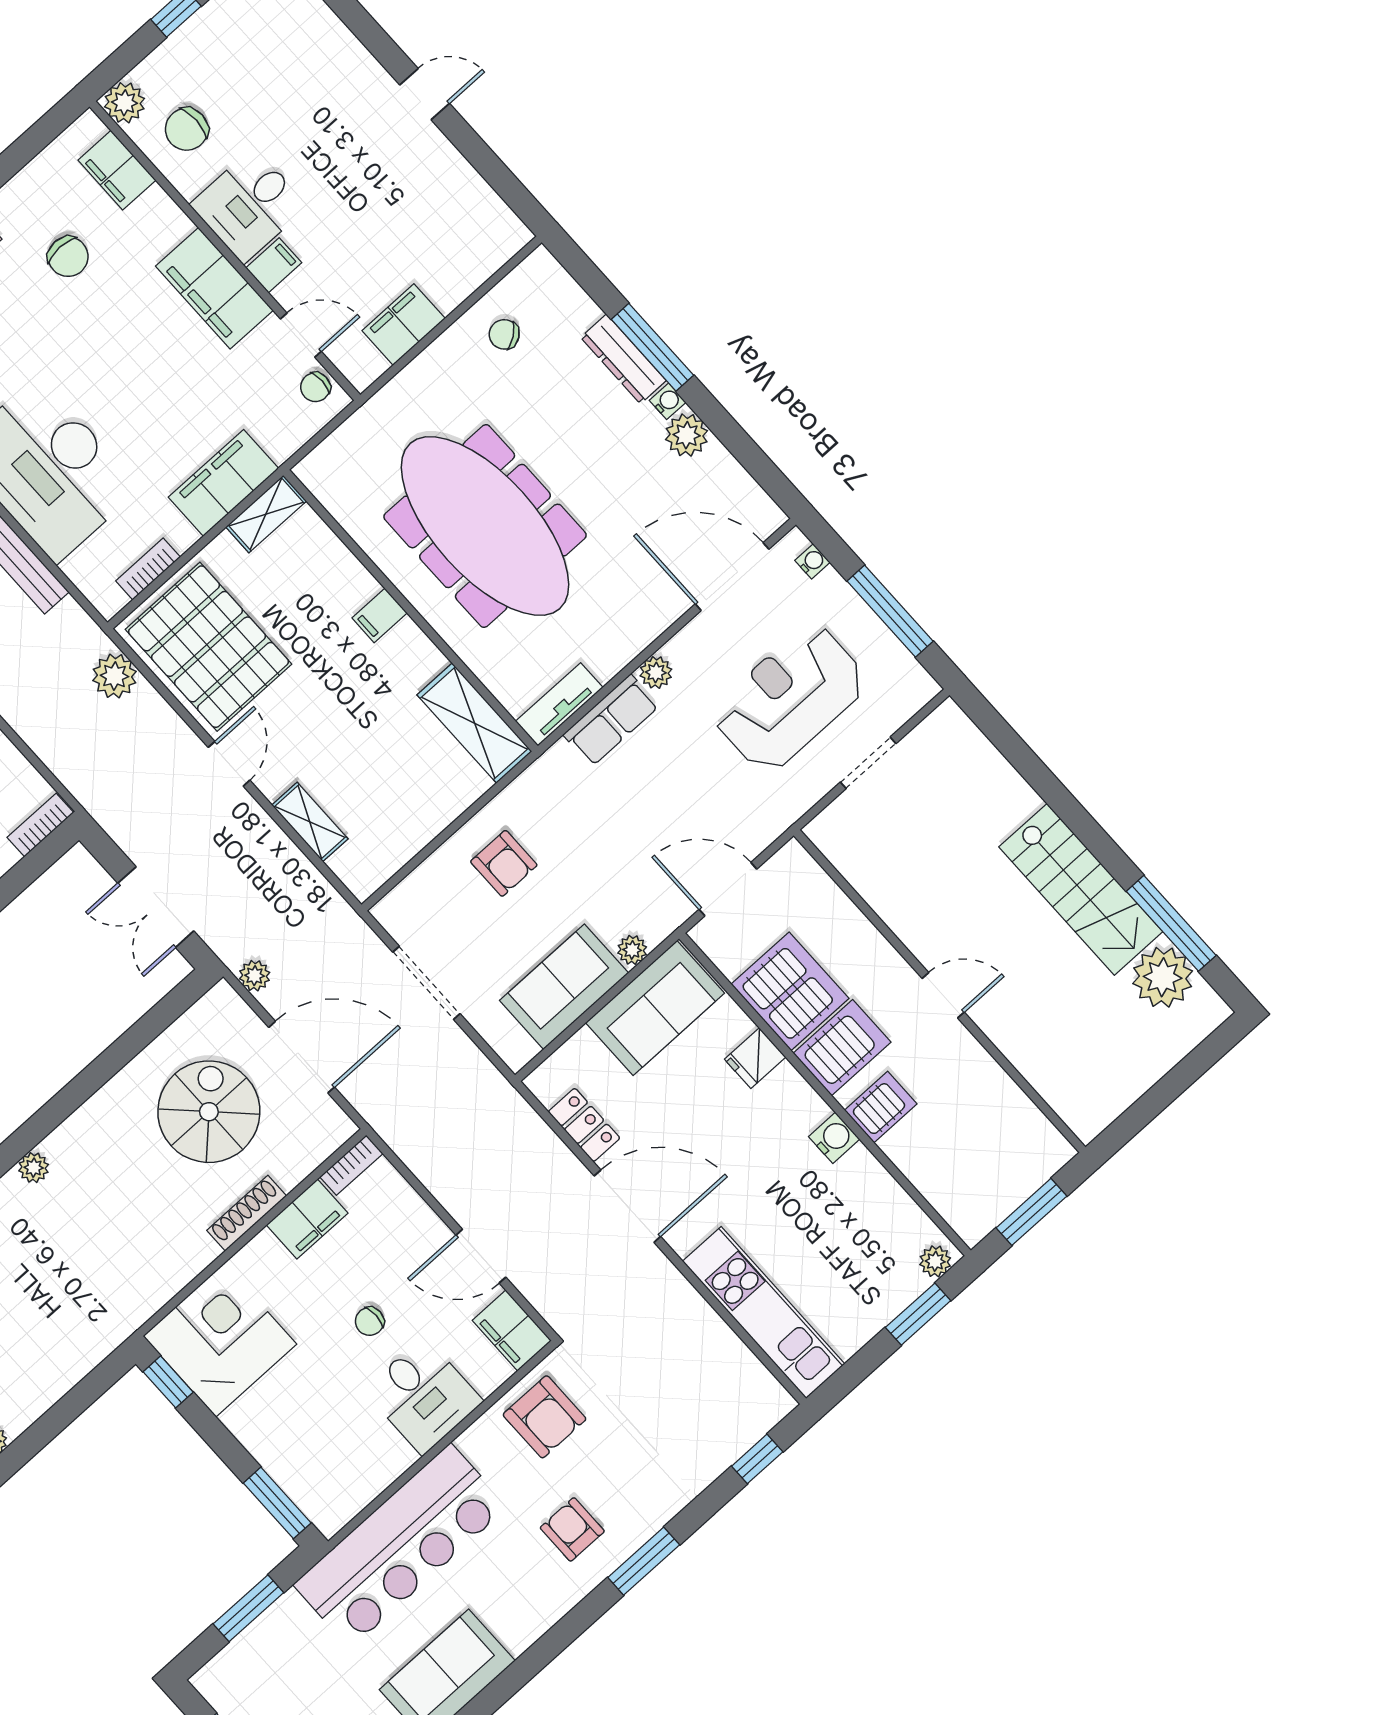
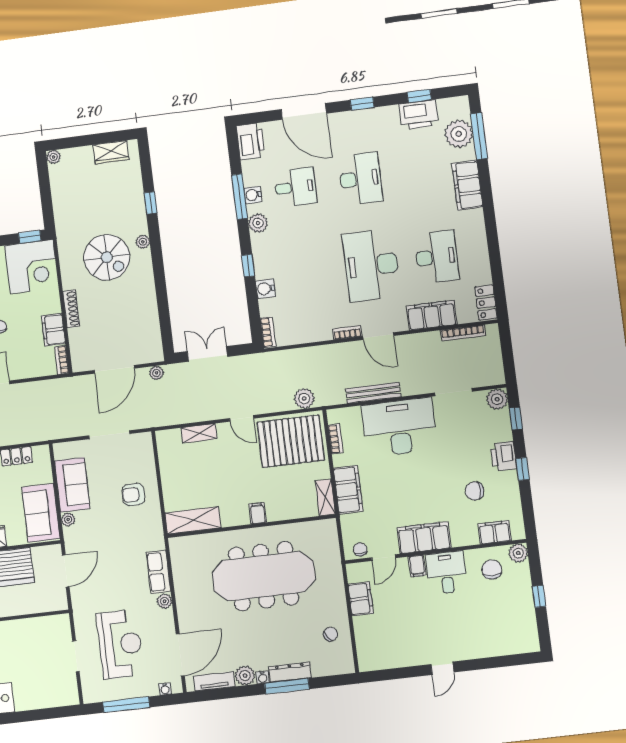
tv unit: (559, 704) -> (214, 681), moved, turned -90
spiral stairs: (209, 1112) -> (107, 257), moved

